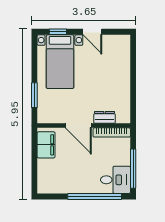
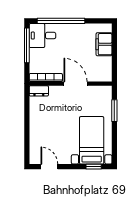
door: (92, 32) -> (49, 167), moved
dresser: (105, 117) -> (39, 91), moved
filing cabinet: (46, 145) -> (104, 44), moved

